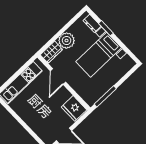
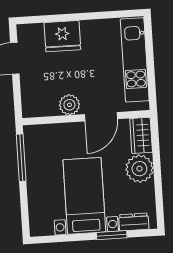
door: (58, 76) -> (101, 117), swing flipped
plant: (64, 95) -> (69, 105), added
fridge: (74, 108) -> (62, 36), moved, turned 180

